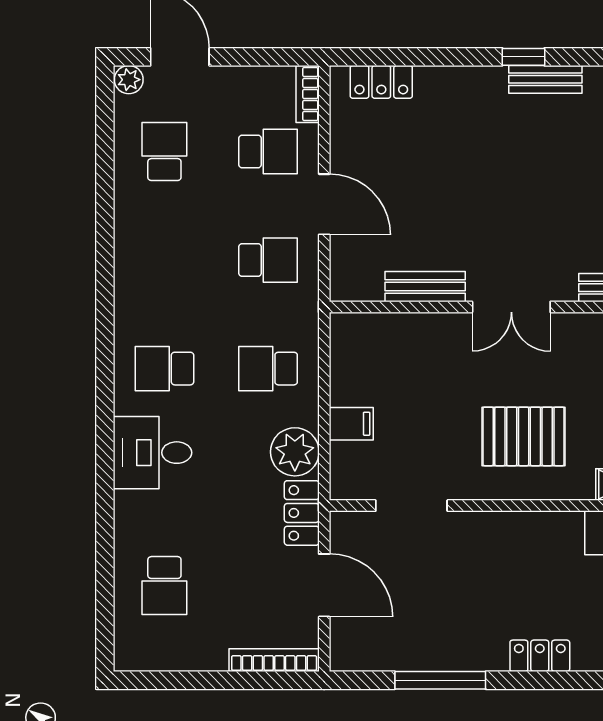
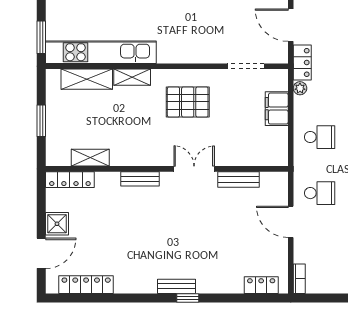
school desk: (268, 152) -> (320, 249), removed
school desk: (268, 260) -> (320, 193), turned 180
filing cabinet: (351, 424) -> (277, 109), width x2.00
plant: (295, 452) -> (300, 88), width x0.53, depth x0.53

